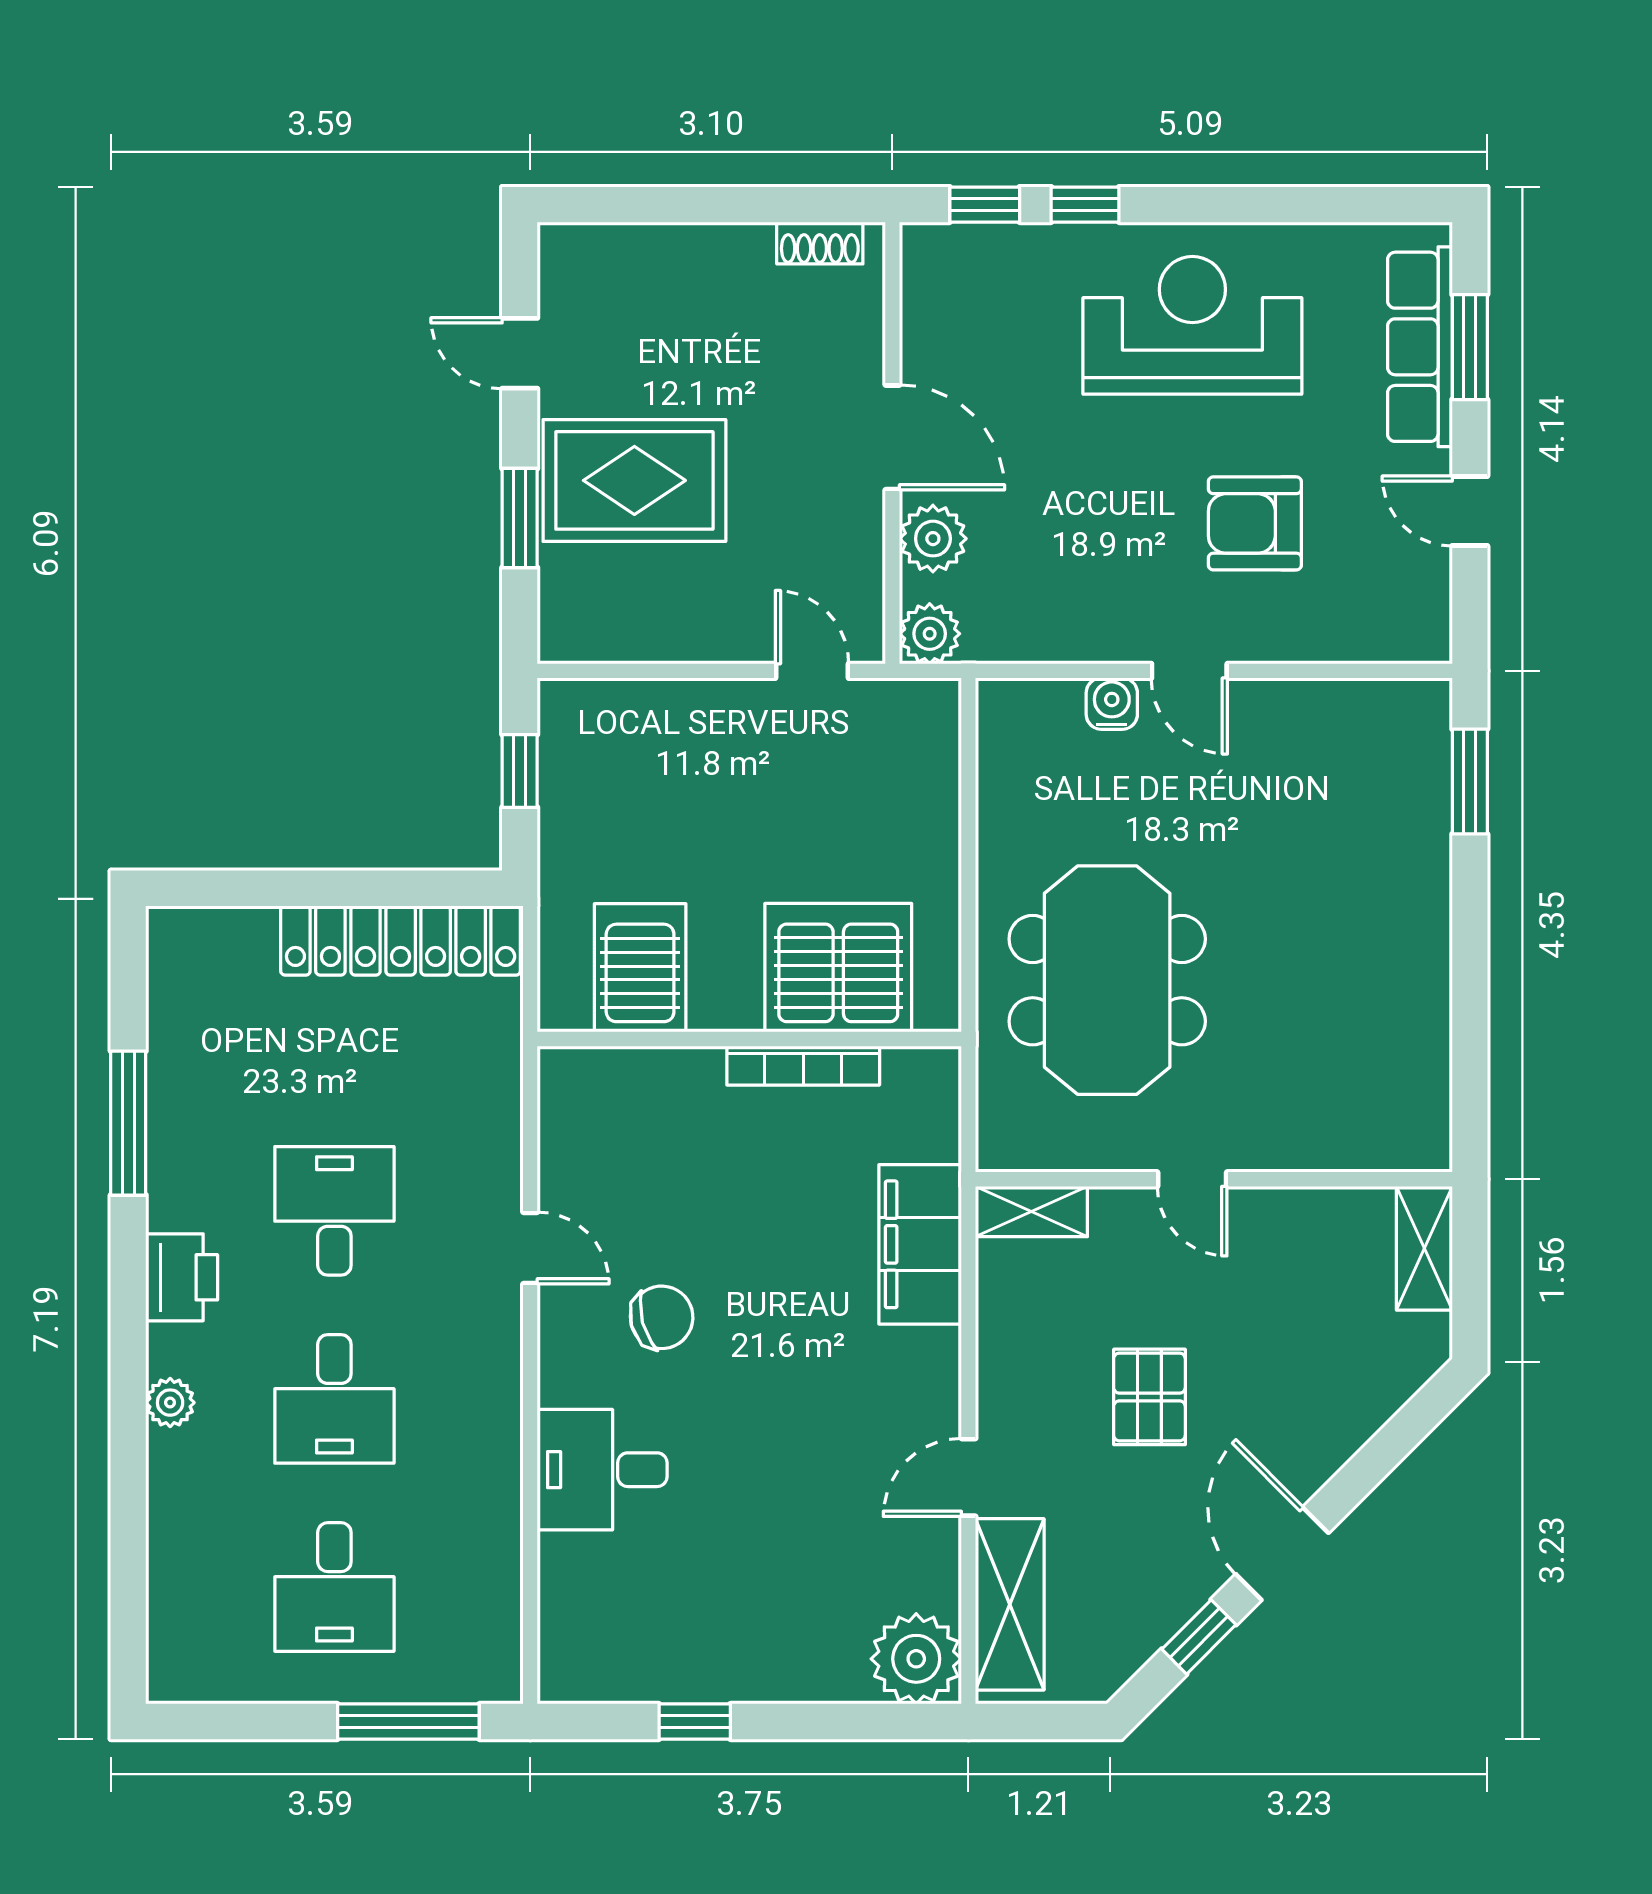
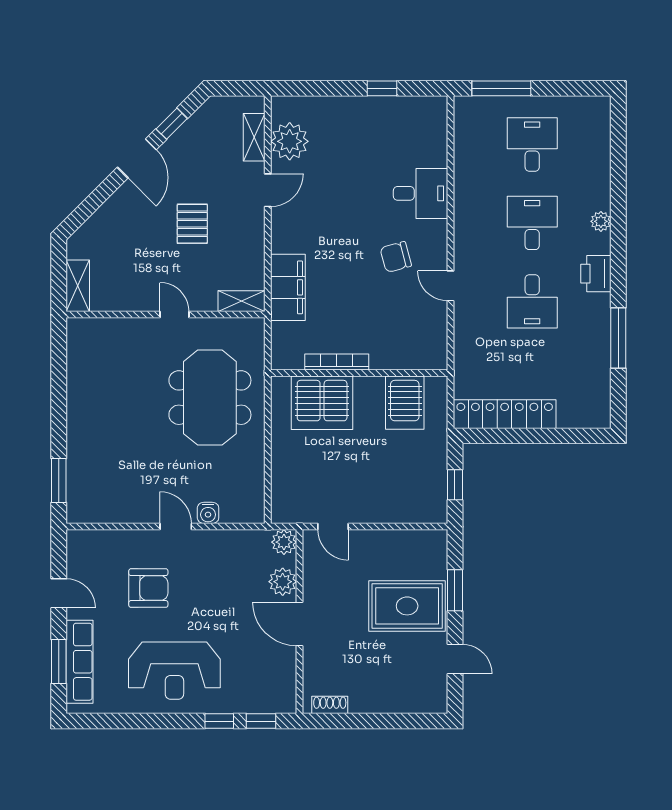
shelving: (1010, 1604) -> (254, 137), width x0.67, depth x0.75
plant: (916, 1659) -> (290, 141), moved

